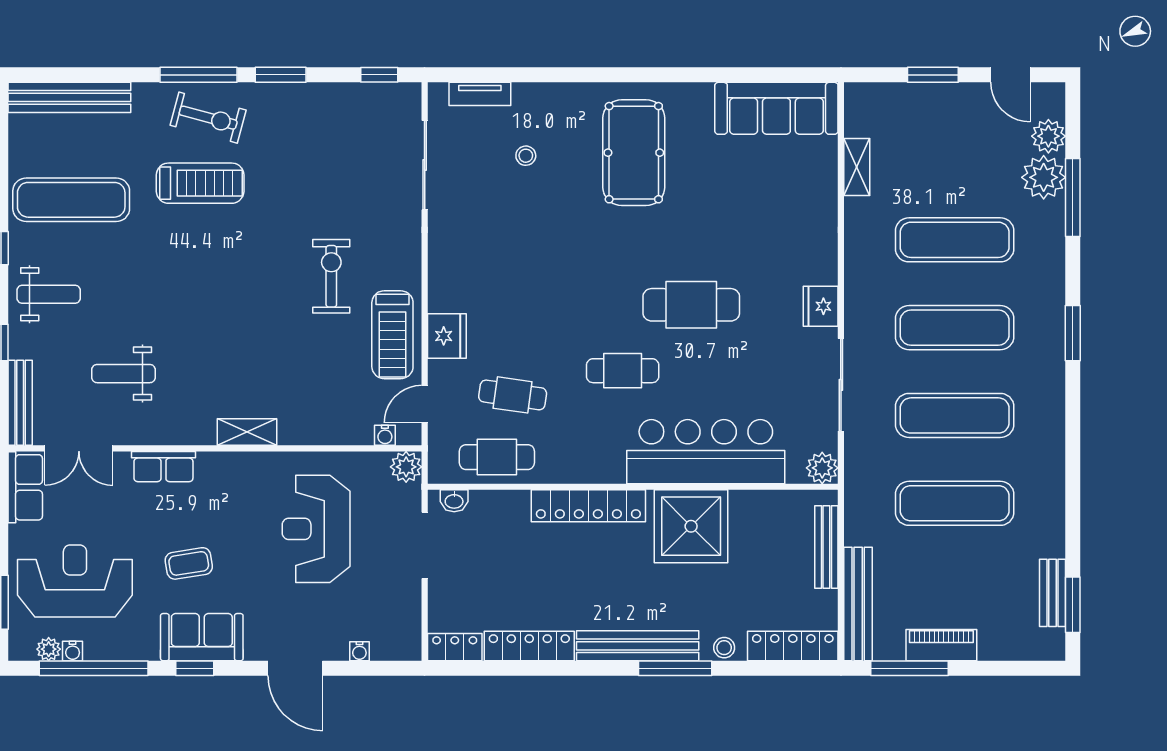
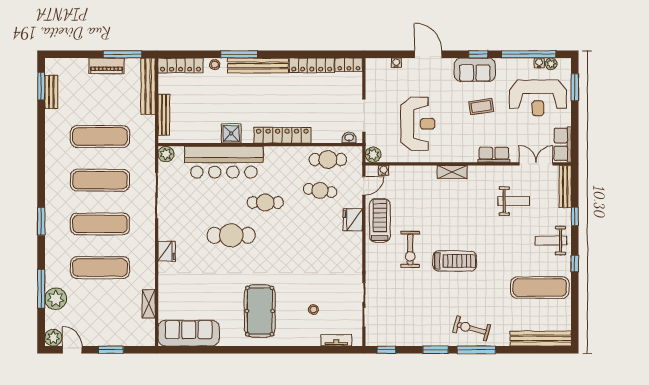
plant: (1048, 136) -> (53, 338), moved
treadmill: (200, 183) -> (455, 261), moved, turned 180
fridge: (821, 306) -> (167, 251), moved
shower: (691, 526) -> (231, 133), width x0.54, depth x0.54

